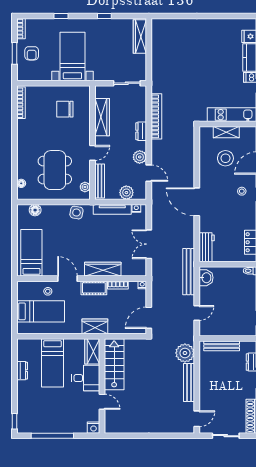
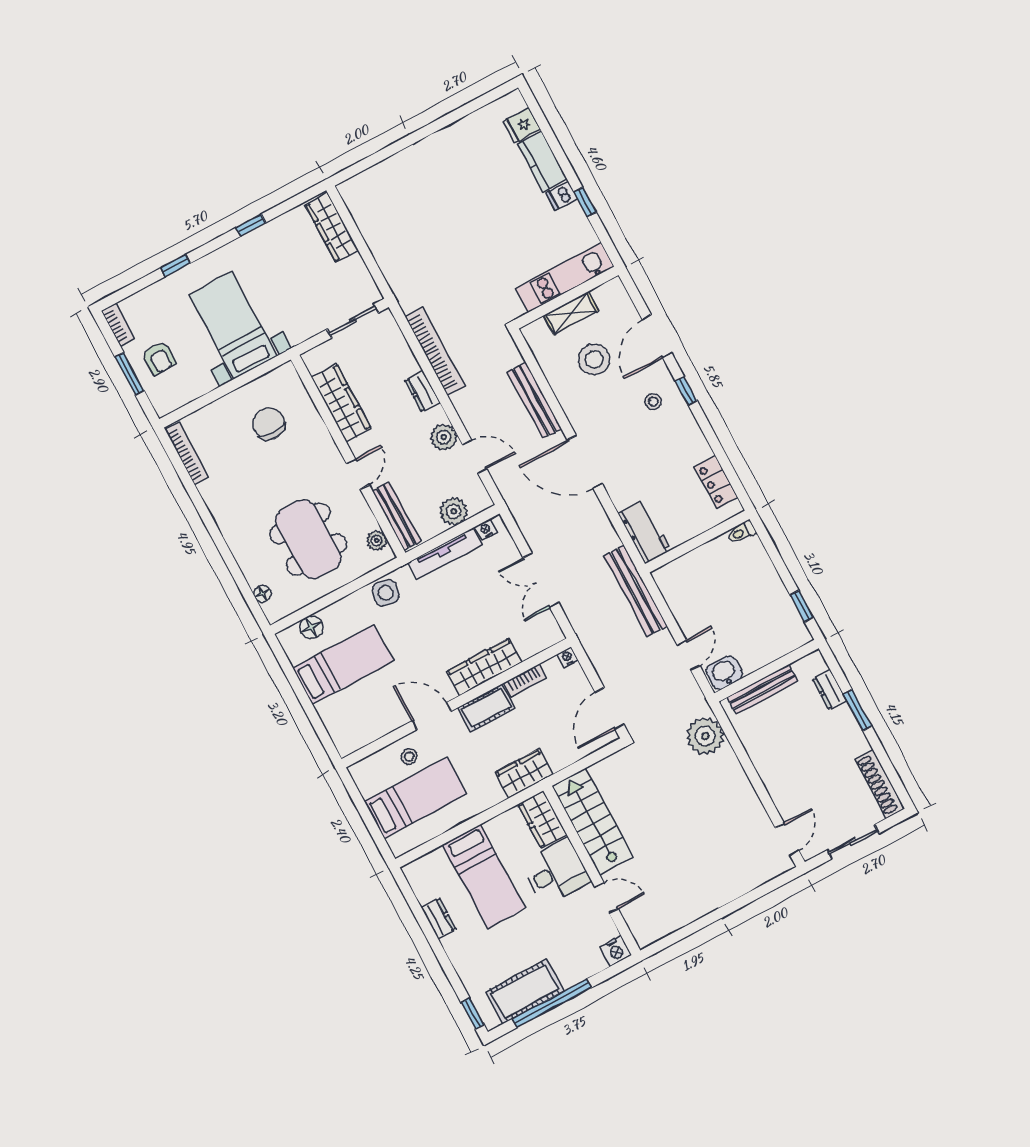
chair: (65, 109) -> (269, 424), turned 90
bed: (31, 253) -> (343, 664), moved, turned 90
washbasin: (206, 278) -> (724, 673), moved, turned -90
bench: (189, 383) -> (534, 400), moved
cot: (43, 424) -> (525, 992), added

